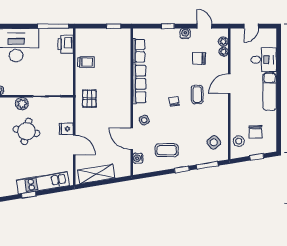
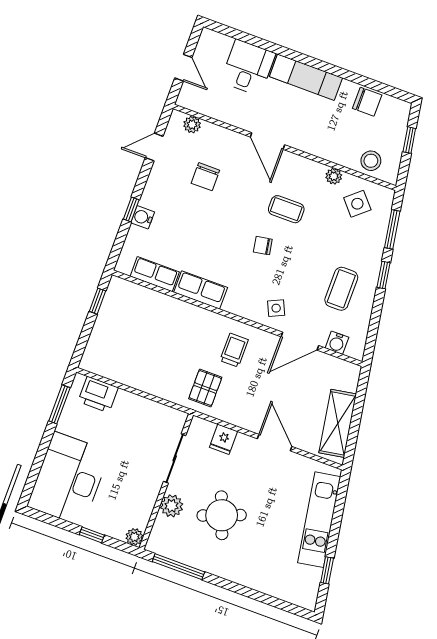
window: (53, 26) -> (59, 404), width x0.69
water cooler: (185, 34) -> (143, 217), moved
plant: (224, 52) -> (334, 176), moved
trolley: (86, 62) -> (234, 350), moved
row of seats: (139, 84) -> (201, 290), width x0.68
coffee table: (197, 94) -> (286, 209), moved
pallet: (89, 99) -> (205, 388), turned 90
fridge: (66, 129) -> (223, 439), moved
round table: (27, 131) -> (222, 515), turned -33
chair: (255, 132) -> (367, 102), moved
door: (74, 145) -> (275, 443), hinge flipped
window: (29, 195) -> (327, 570), moved

